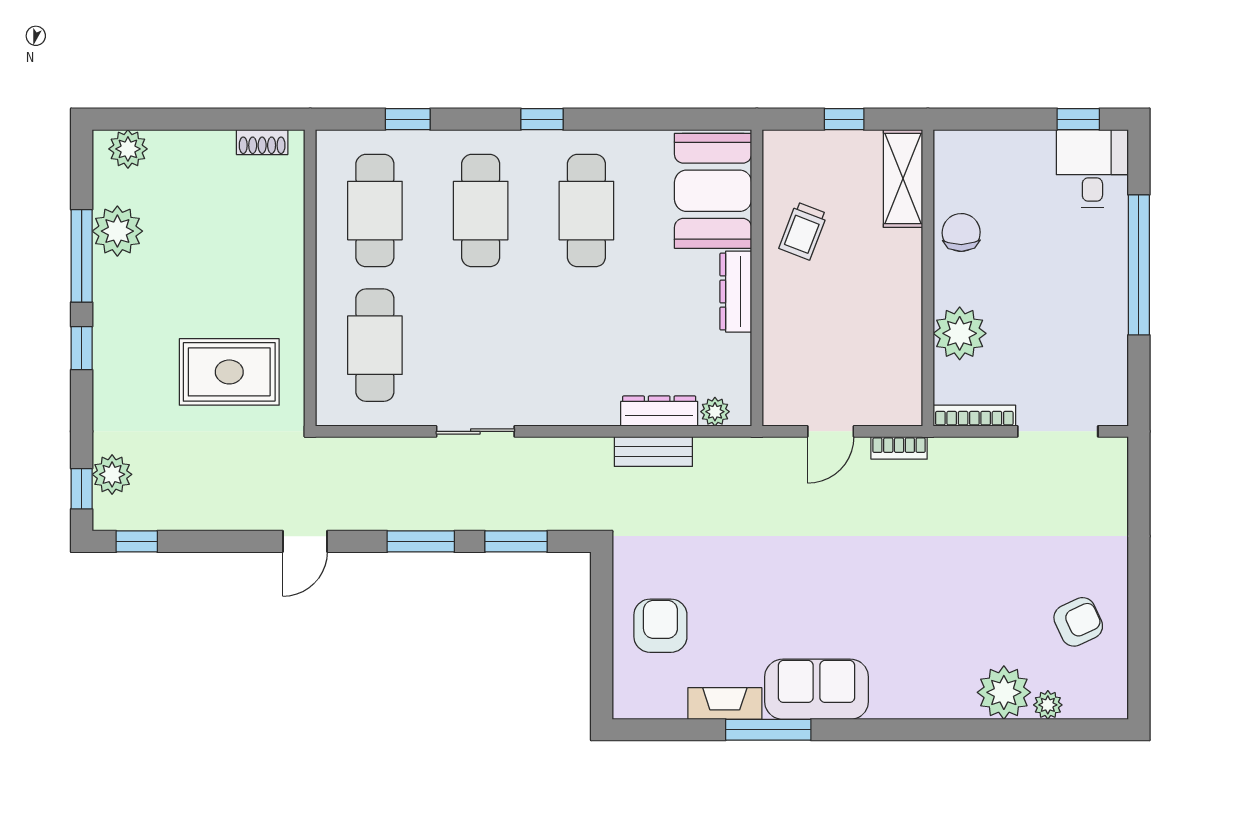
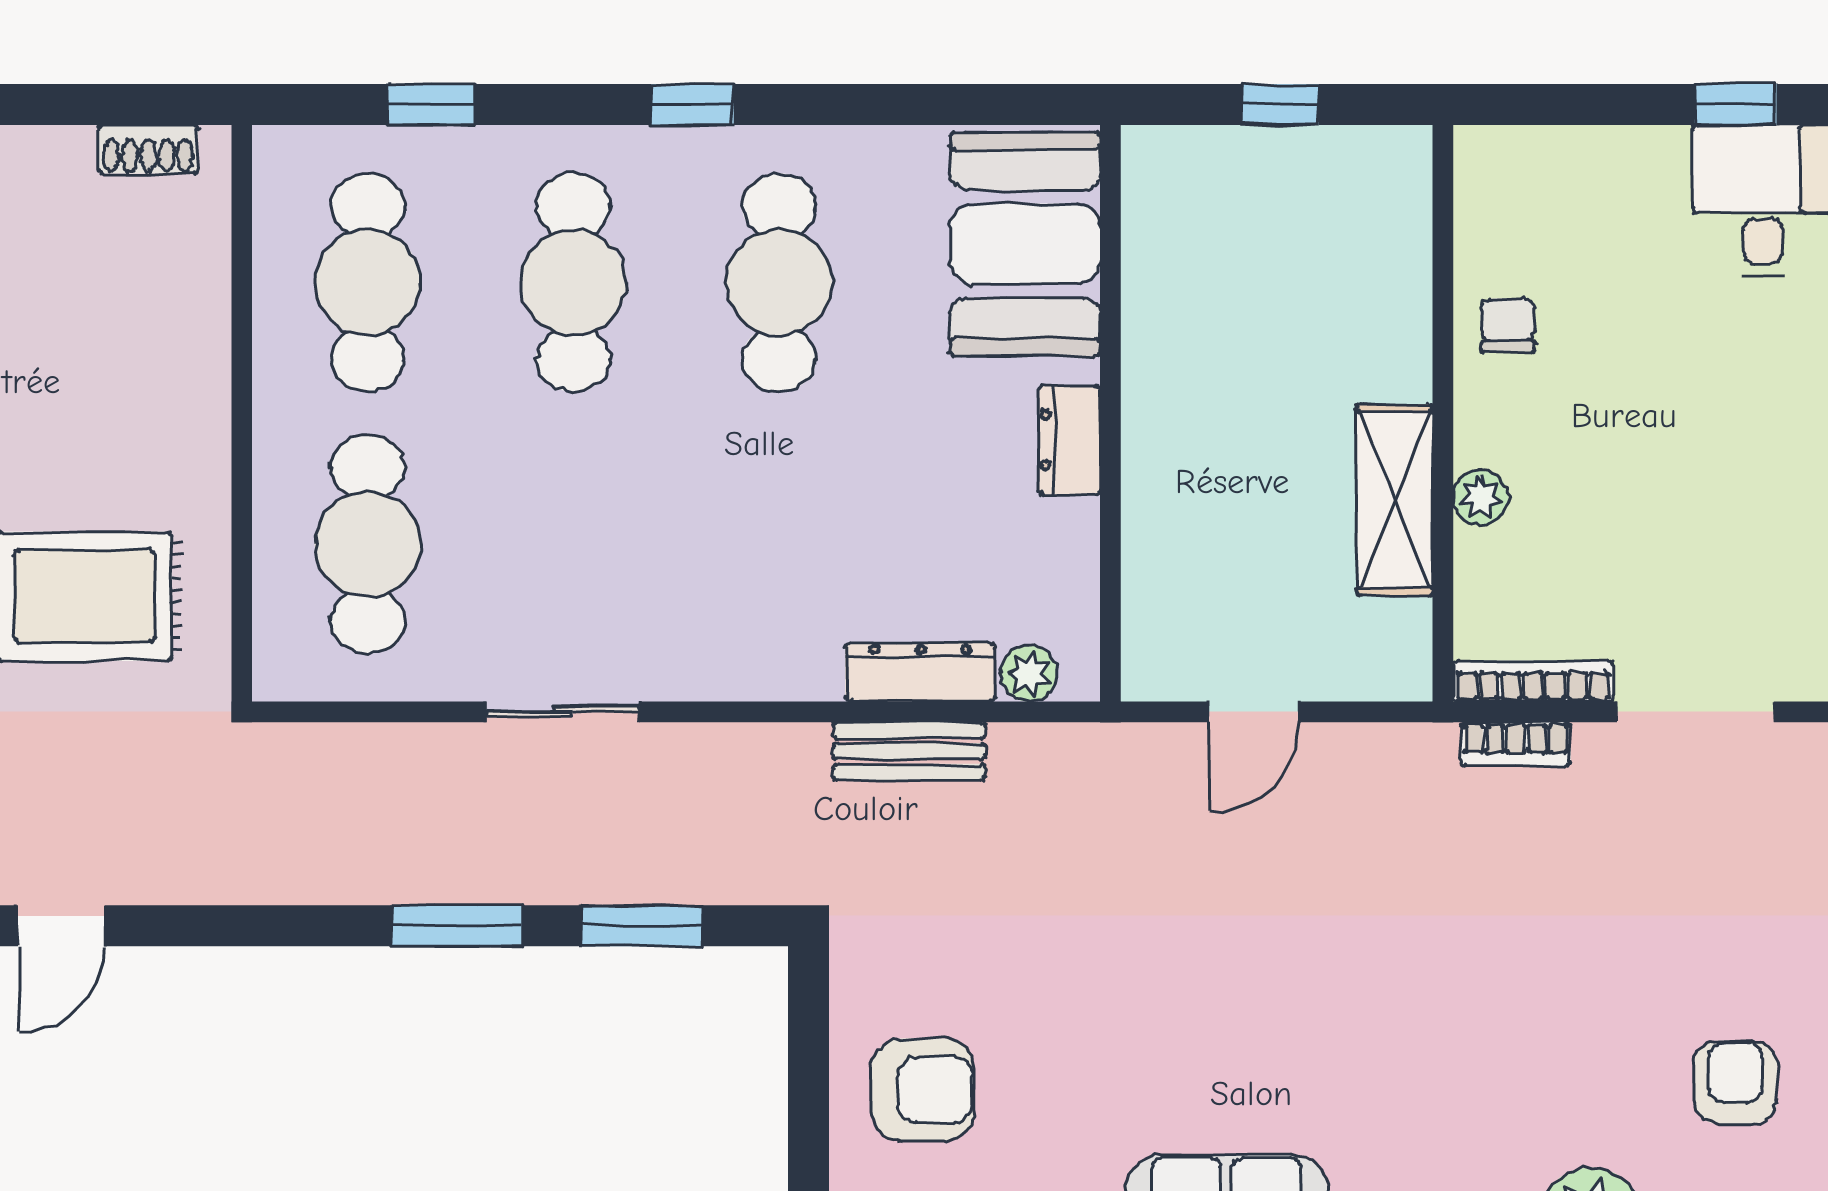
shelving: (903, 179) -> (1395, 500), moved
trolley: (803, 231) -> (1200, 322), removed
chair: (961, 232) -> (1508, 325), width x0.73, depth x0.73
dresser: (736, 292) -> (1069, 440), width x0.70
plant: (960, 333) -> (1481, 497), width x0.53, depth x0.53
bookcase: (899, 448) -> (1516, 744), moved
door: (305, 541) -> (61, 926), moved
armchair: (1078, 622) -> (1735, 1082), turned -65
armchair: (660, 626) -> (923, 1090), turned 90

